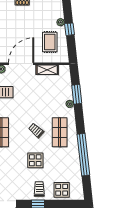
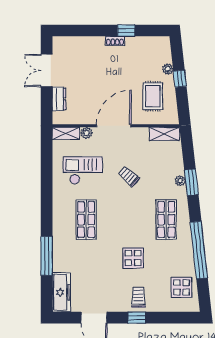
shelving: (47, 70) -> (164, 134), moved
window: (77, 94) -> (191, 182), moved
trolley: (36, 131) -> (129, 176), moved
display table: (62, 190) -> (181, 287), moved

